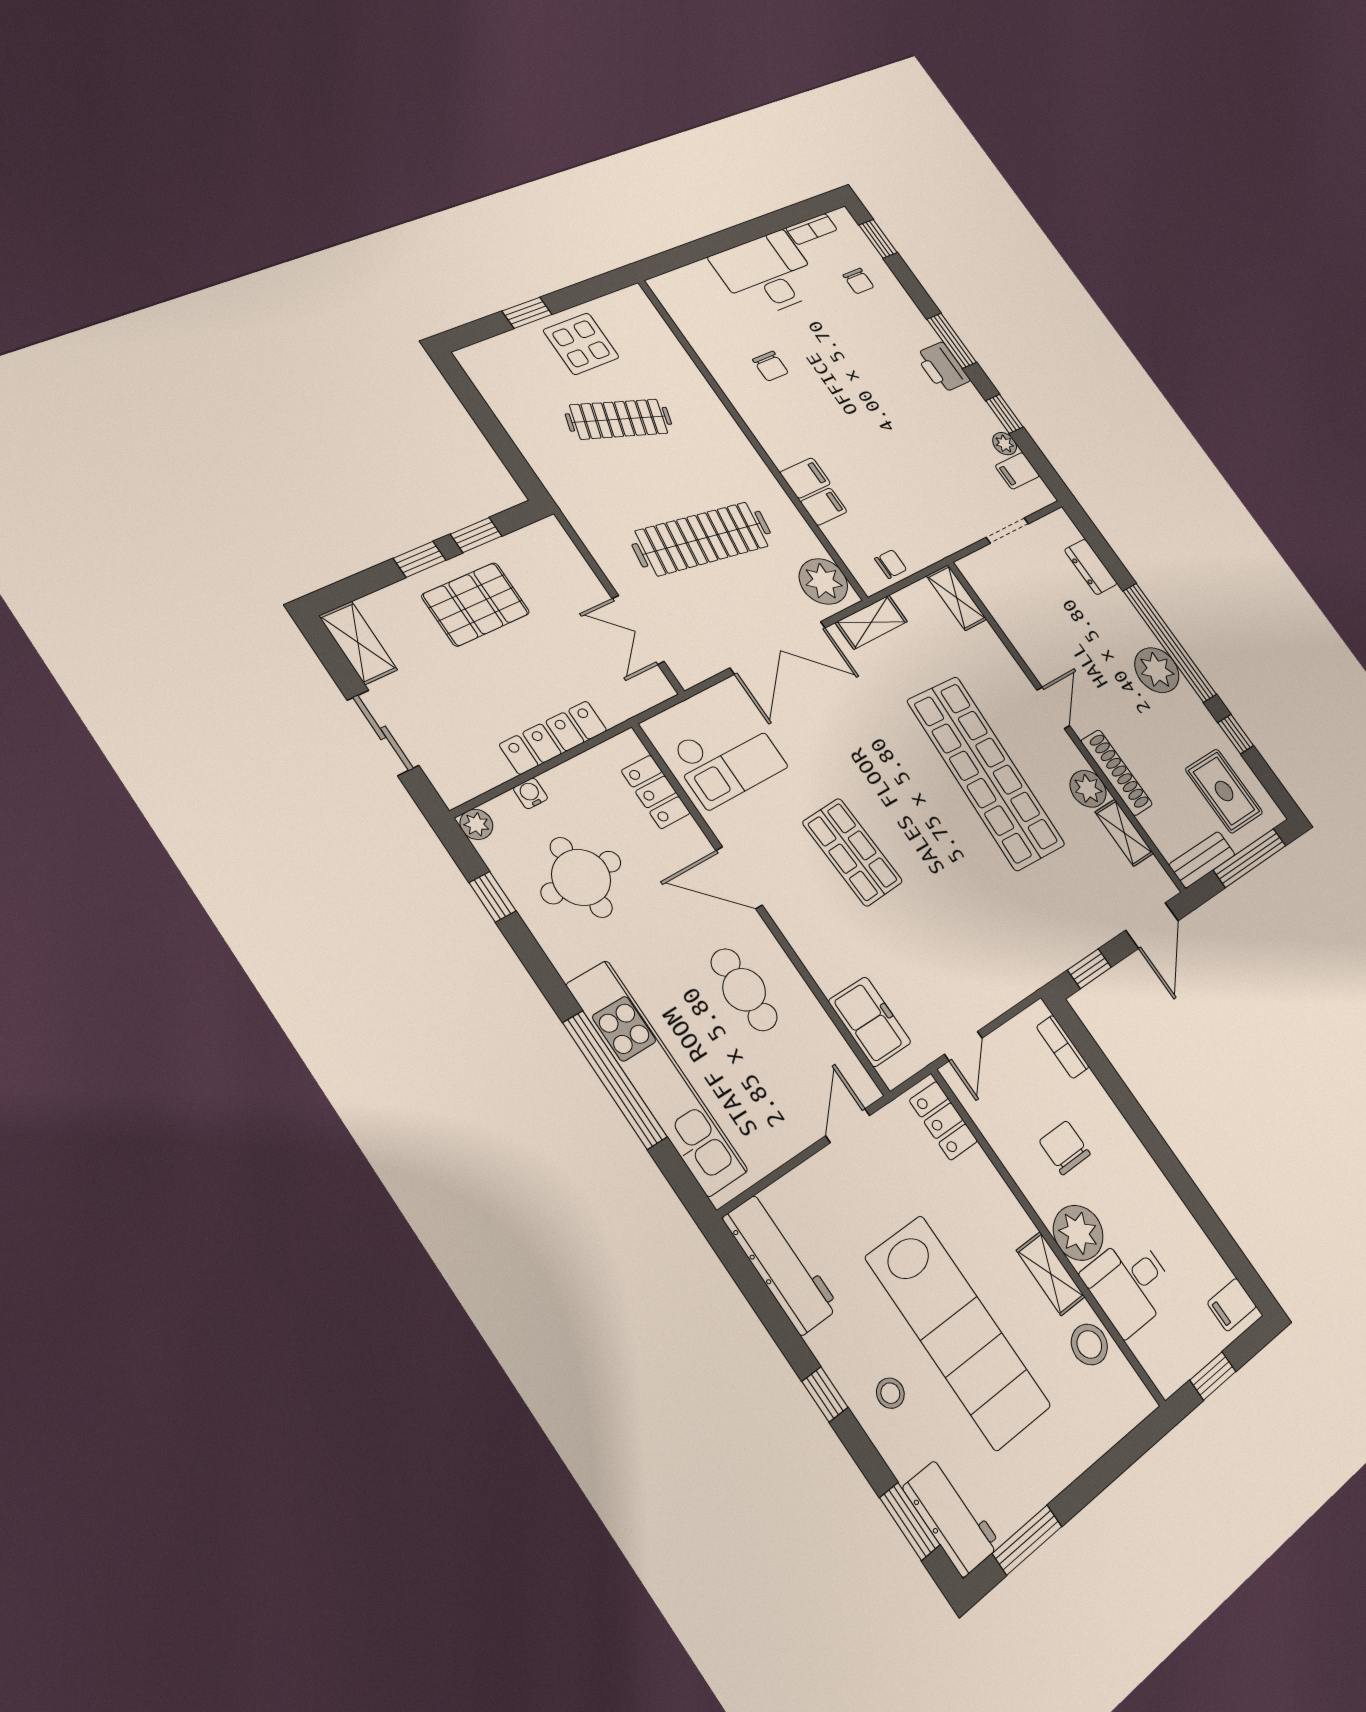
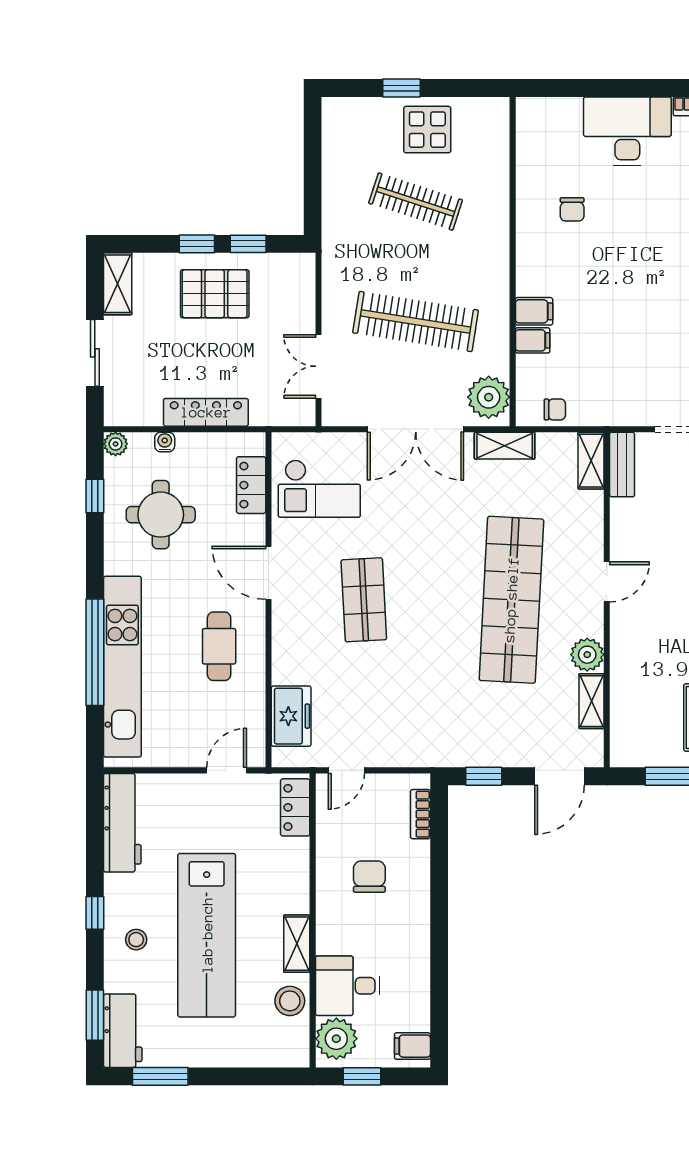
shoe rack: (1117, 773) -> (622, 656), removed
bench: (1202, 860) -> (622, 465), moved, turned 90
plant: (1078, 1233) -> (336, 1039), moved

